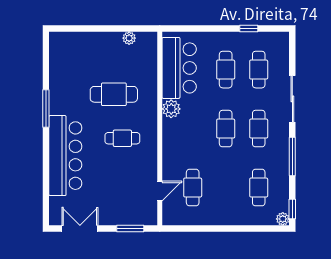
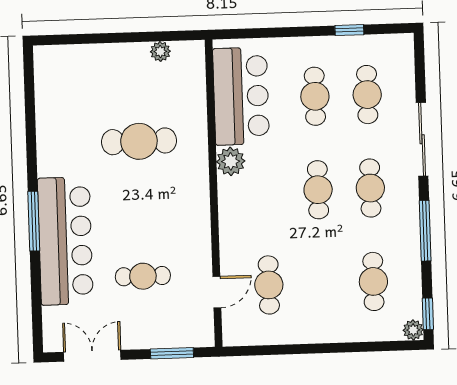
window: (46, 108) -> (34, 221), moved
cafe table: (122, 138) -> (143, 276), moved

